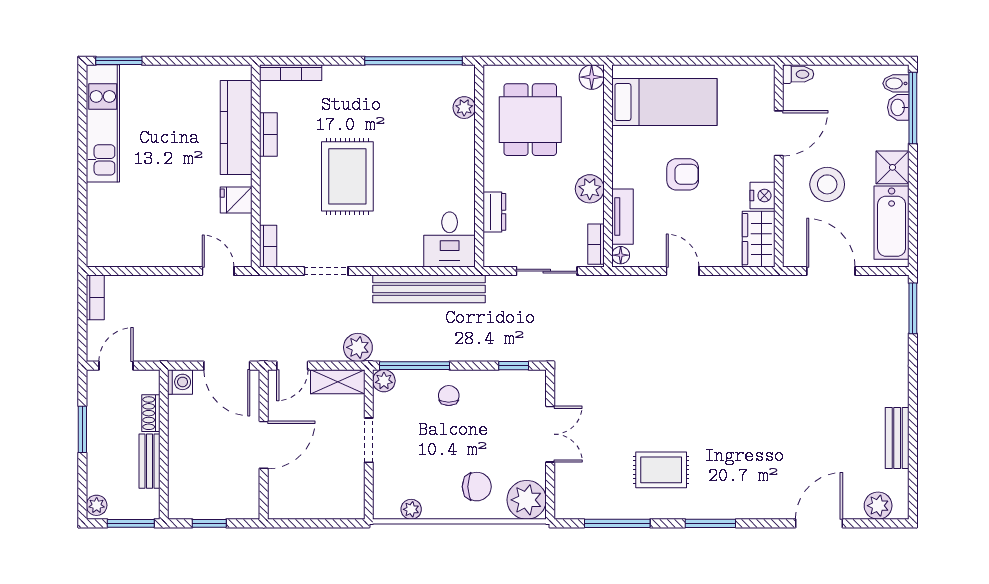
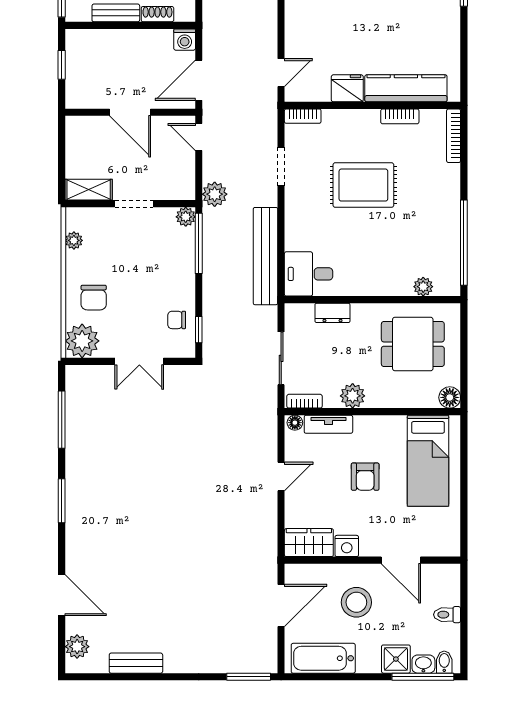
toilet: (798, 74) -> (447, 615), moved, turned 90
shower: (892, 167) -> (396, 659), moved
fridge: (236, 200) -> (347, 88), width x1.38
shelving: (338, 382) -> (89, 190), moved, turned 90
chair: (449, 396) -> (177, 320), moved, turned 180
rug: (661, 470) -> (108, 458), removed

